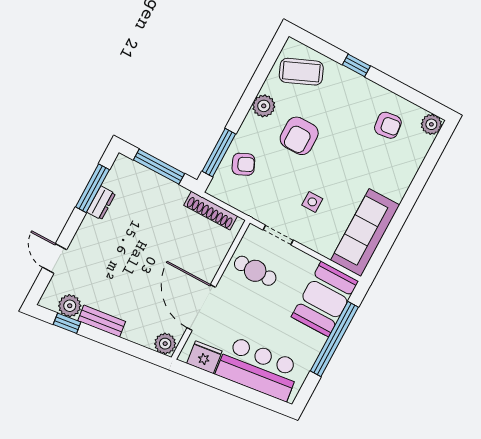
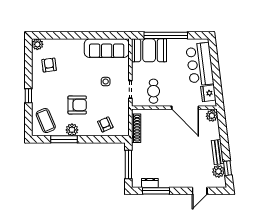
window: (219, 153) -> (64, 139), moved
dresser: (101, 203) -> (150, 183), moved
door: (201, 308) -> (185, 108), hinge flipped

